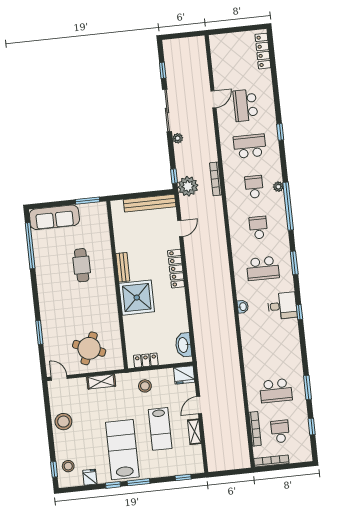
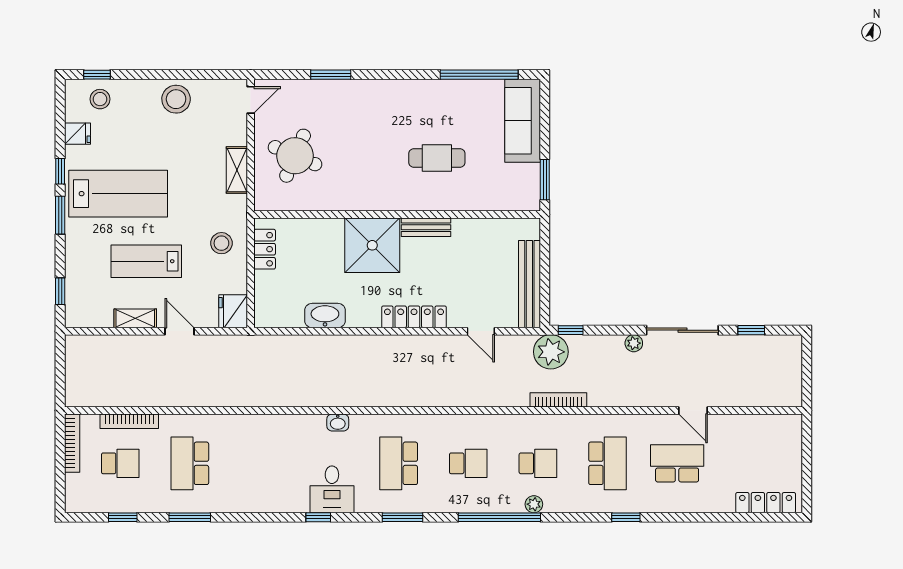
washbasin: (183, 345) -> (325, 316), moved

